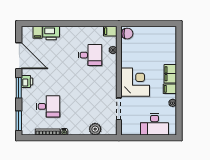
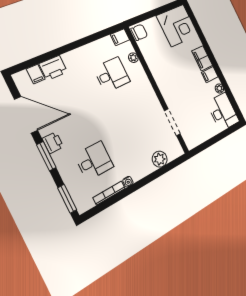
corner desk: (135, 82) -> (177, 25), moved, turned 90
desk: (155, 124) -> (223, 112), moved, turned -90

